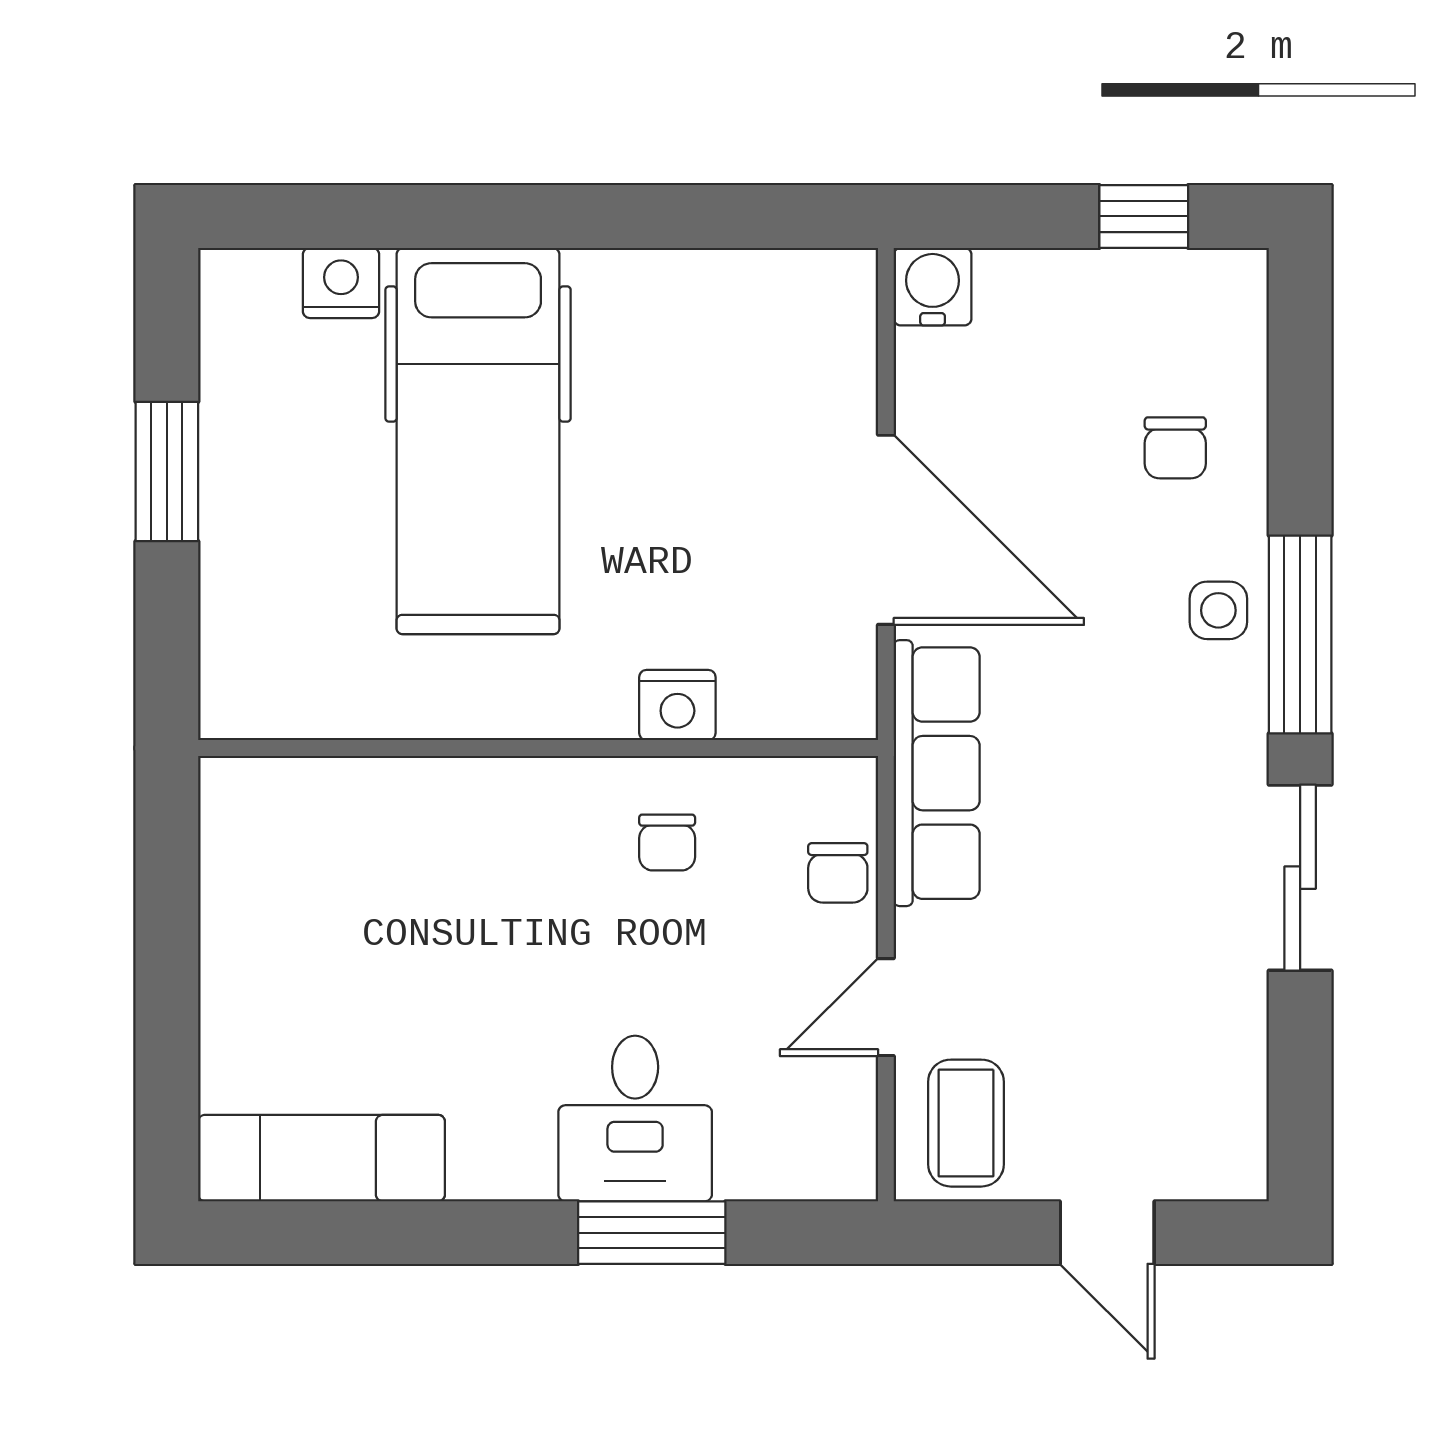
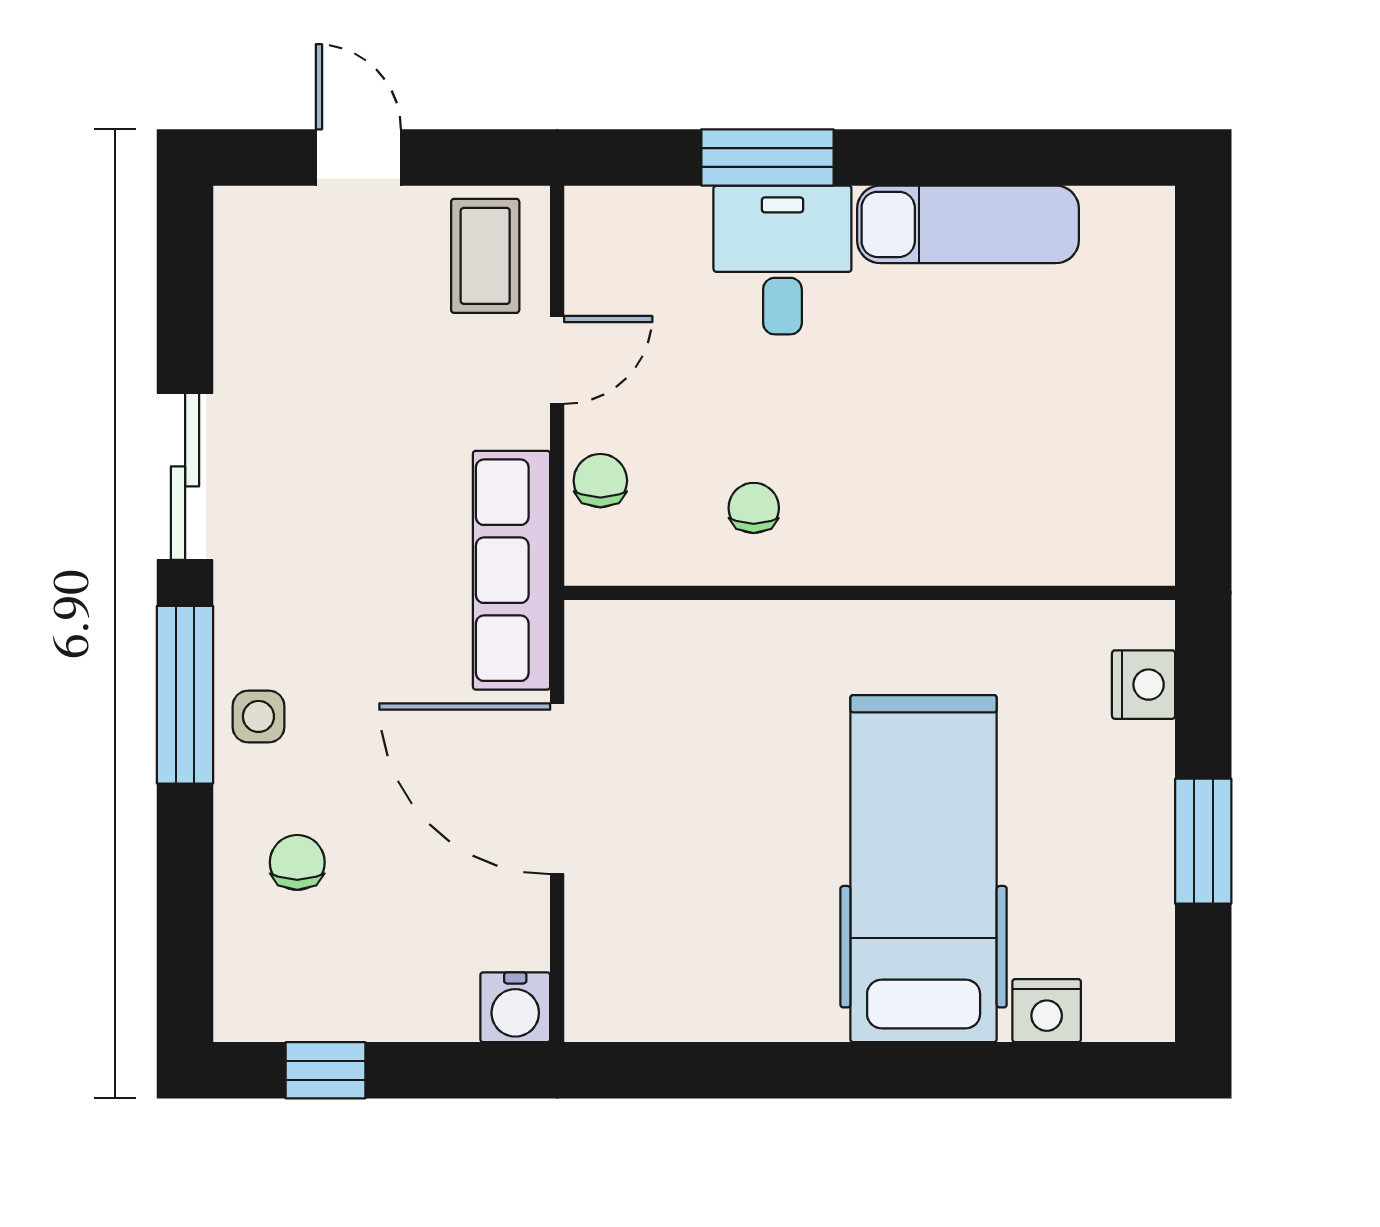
nightstand: (677, 705) -> (1144, 685), moved, turned 90
exam couch: (322, 1158) -> (968, 224), moved

